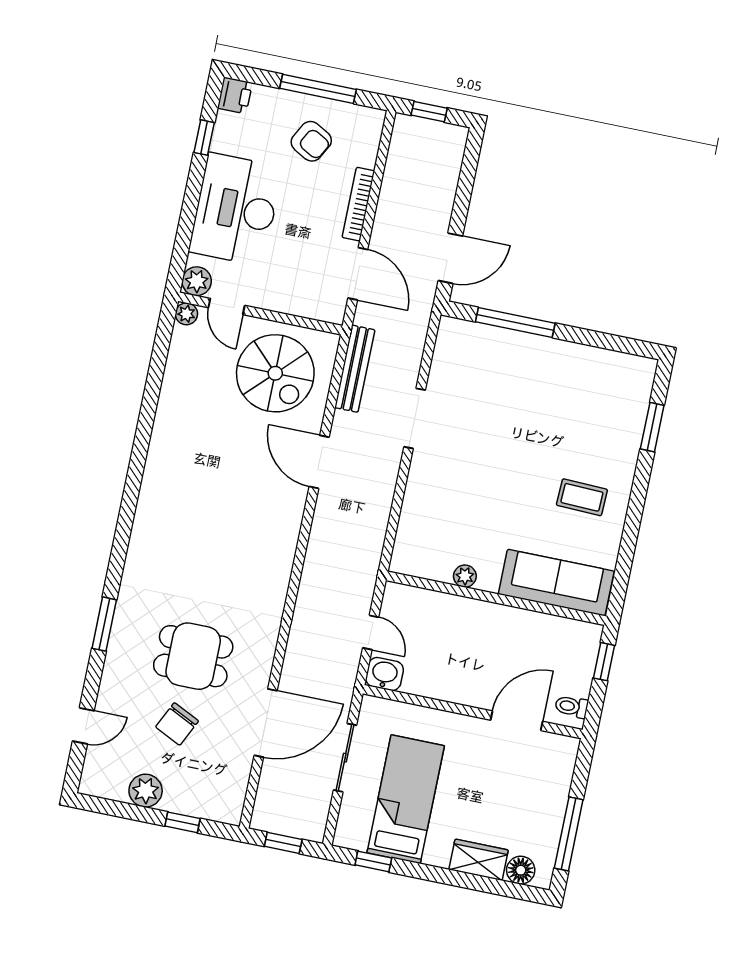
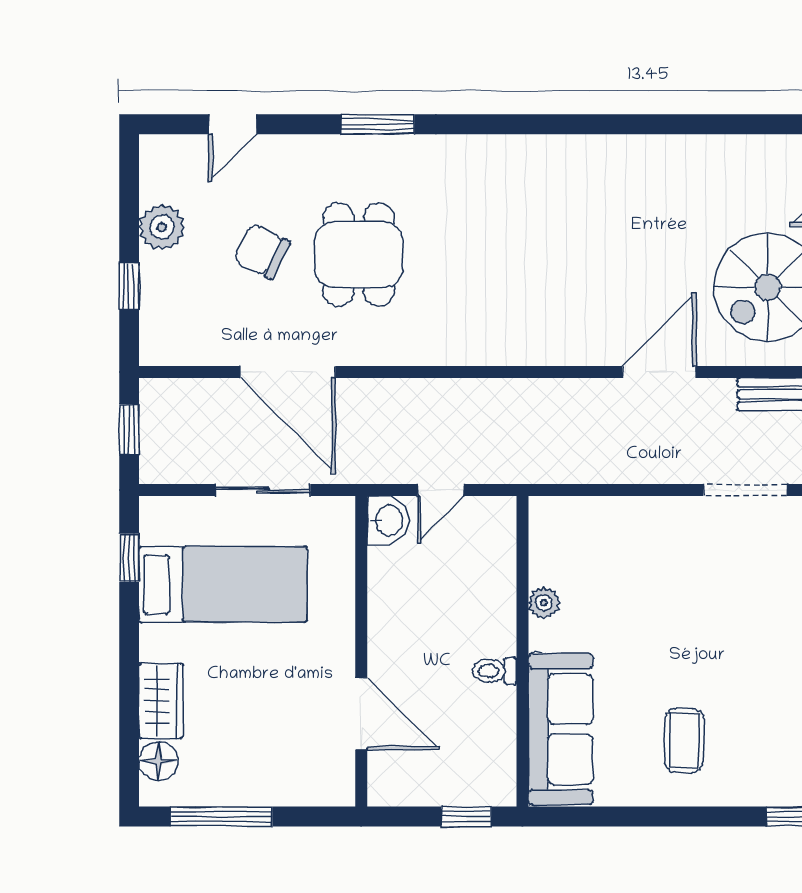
toilet: (572, 707) -> (495, 671), moved, turned -90
door: (83, 726) -> (233, 124), hinge flipped

